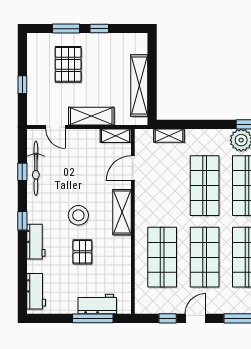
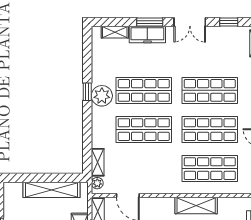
plant: (146, 135) -> (97, 183), added
shelving: (122, 212) -> (196, 206), moved

